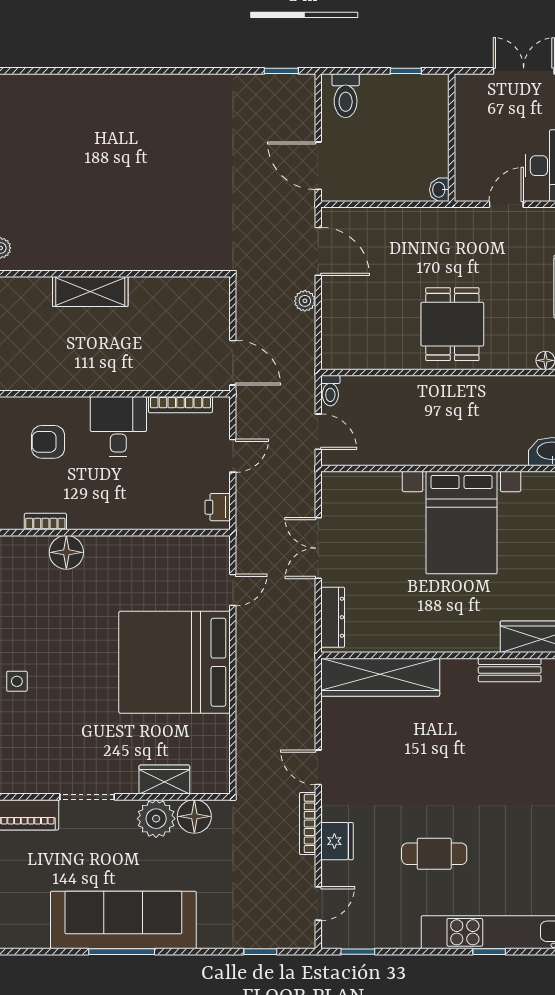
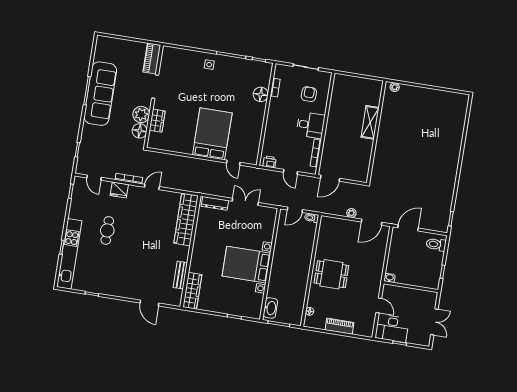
bed: (175, 662) -> (212, 134), width x0.73

